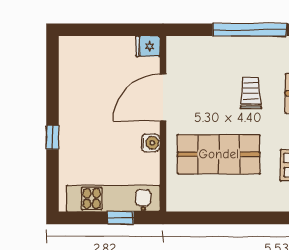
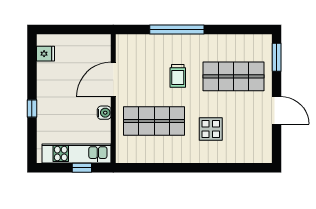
fridge: (148, 46) -> (45, 54), moved, turned 180
trolley: (251, 93) -> (178, 76), turned 180

